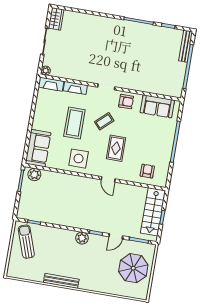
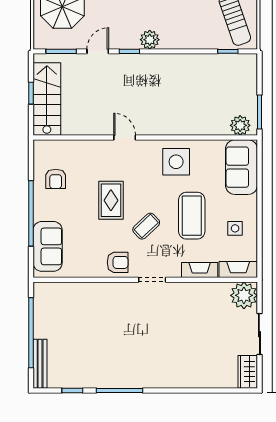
plant: (46, 71) -> (244, 295), width x1.87, depth x1.87
armchair: (126, 102) -> (118, 262), turned 180
sofa: (157, 106) -> (48, 246), moved, turned 90
side table: (49, 110) -> (235, 228), added
rug: (116, 148) -> (111, 200), moved
armchair: (147, 171) -> (56, 179), moved

